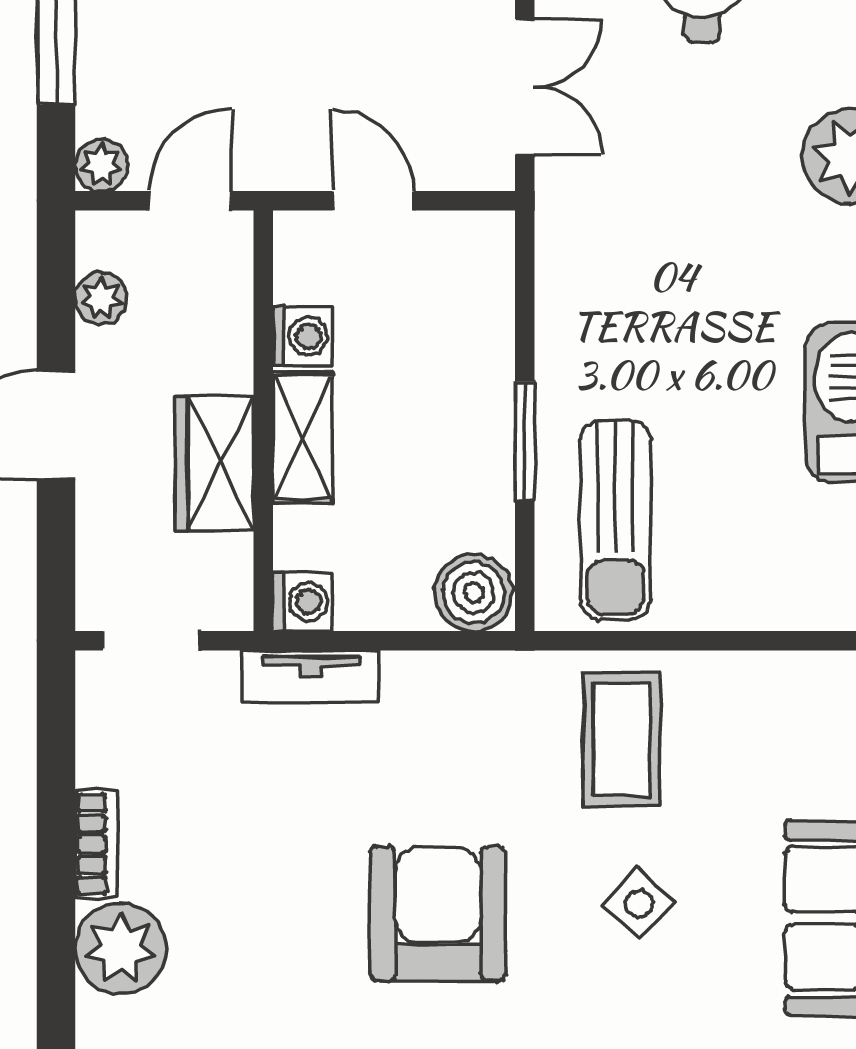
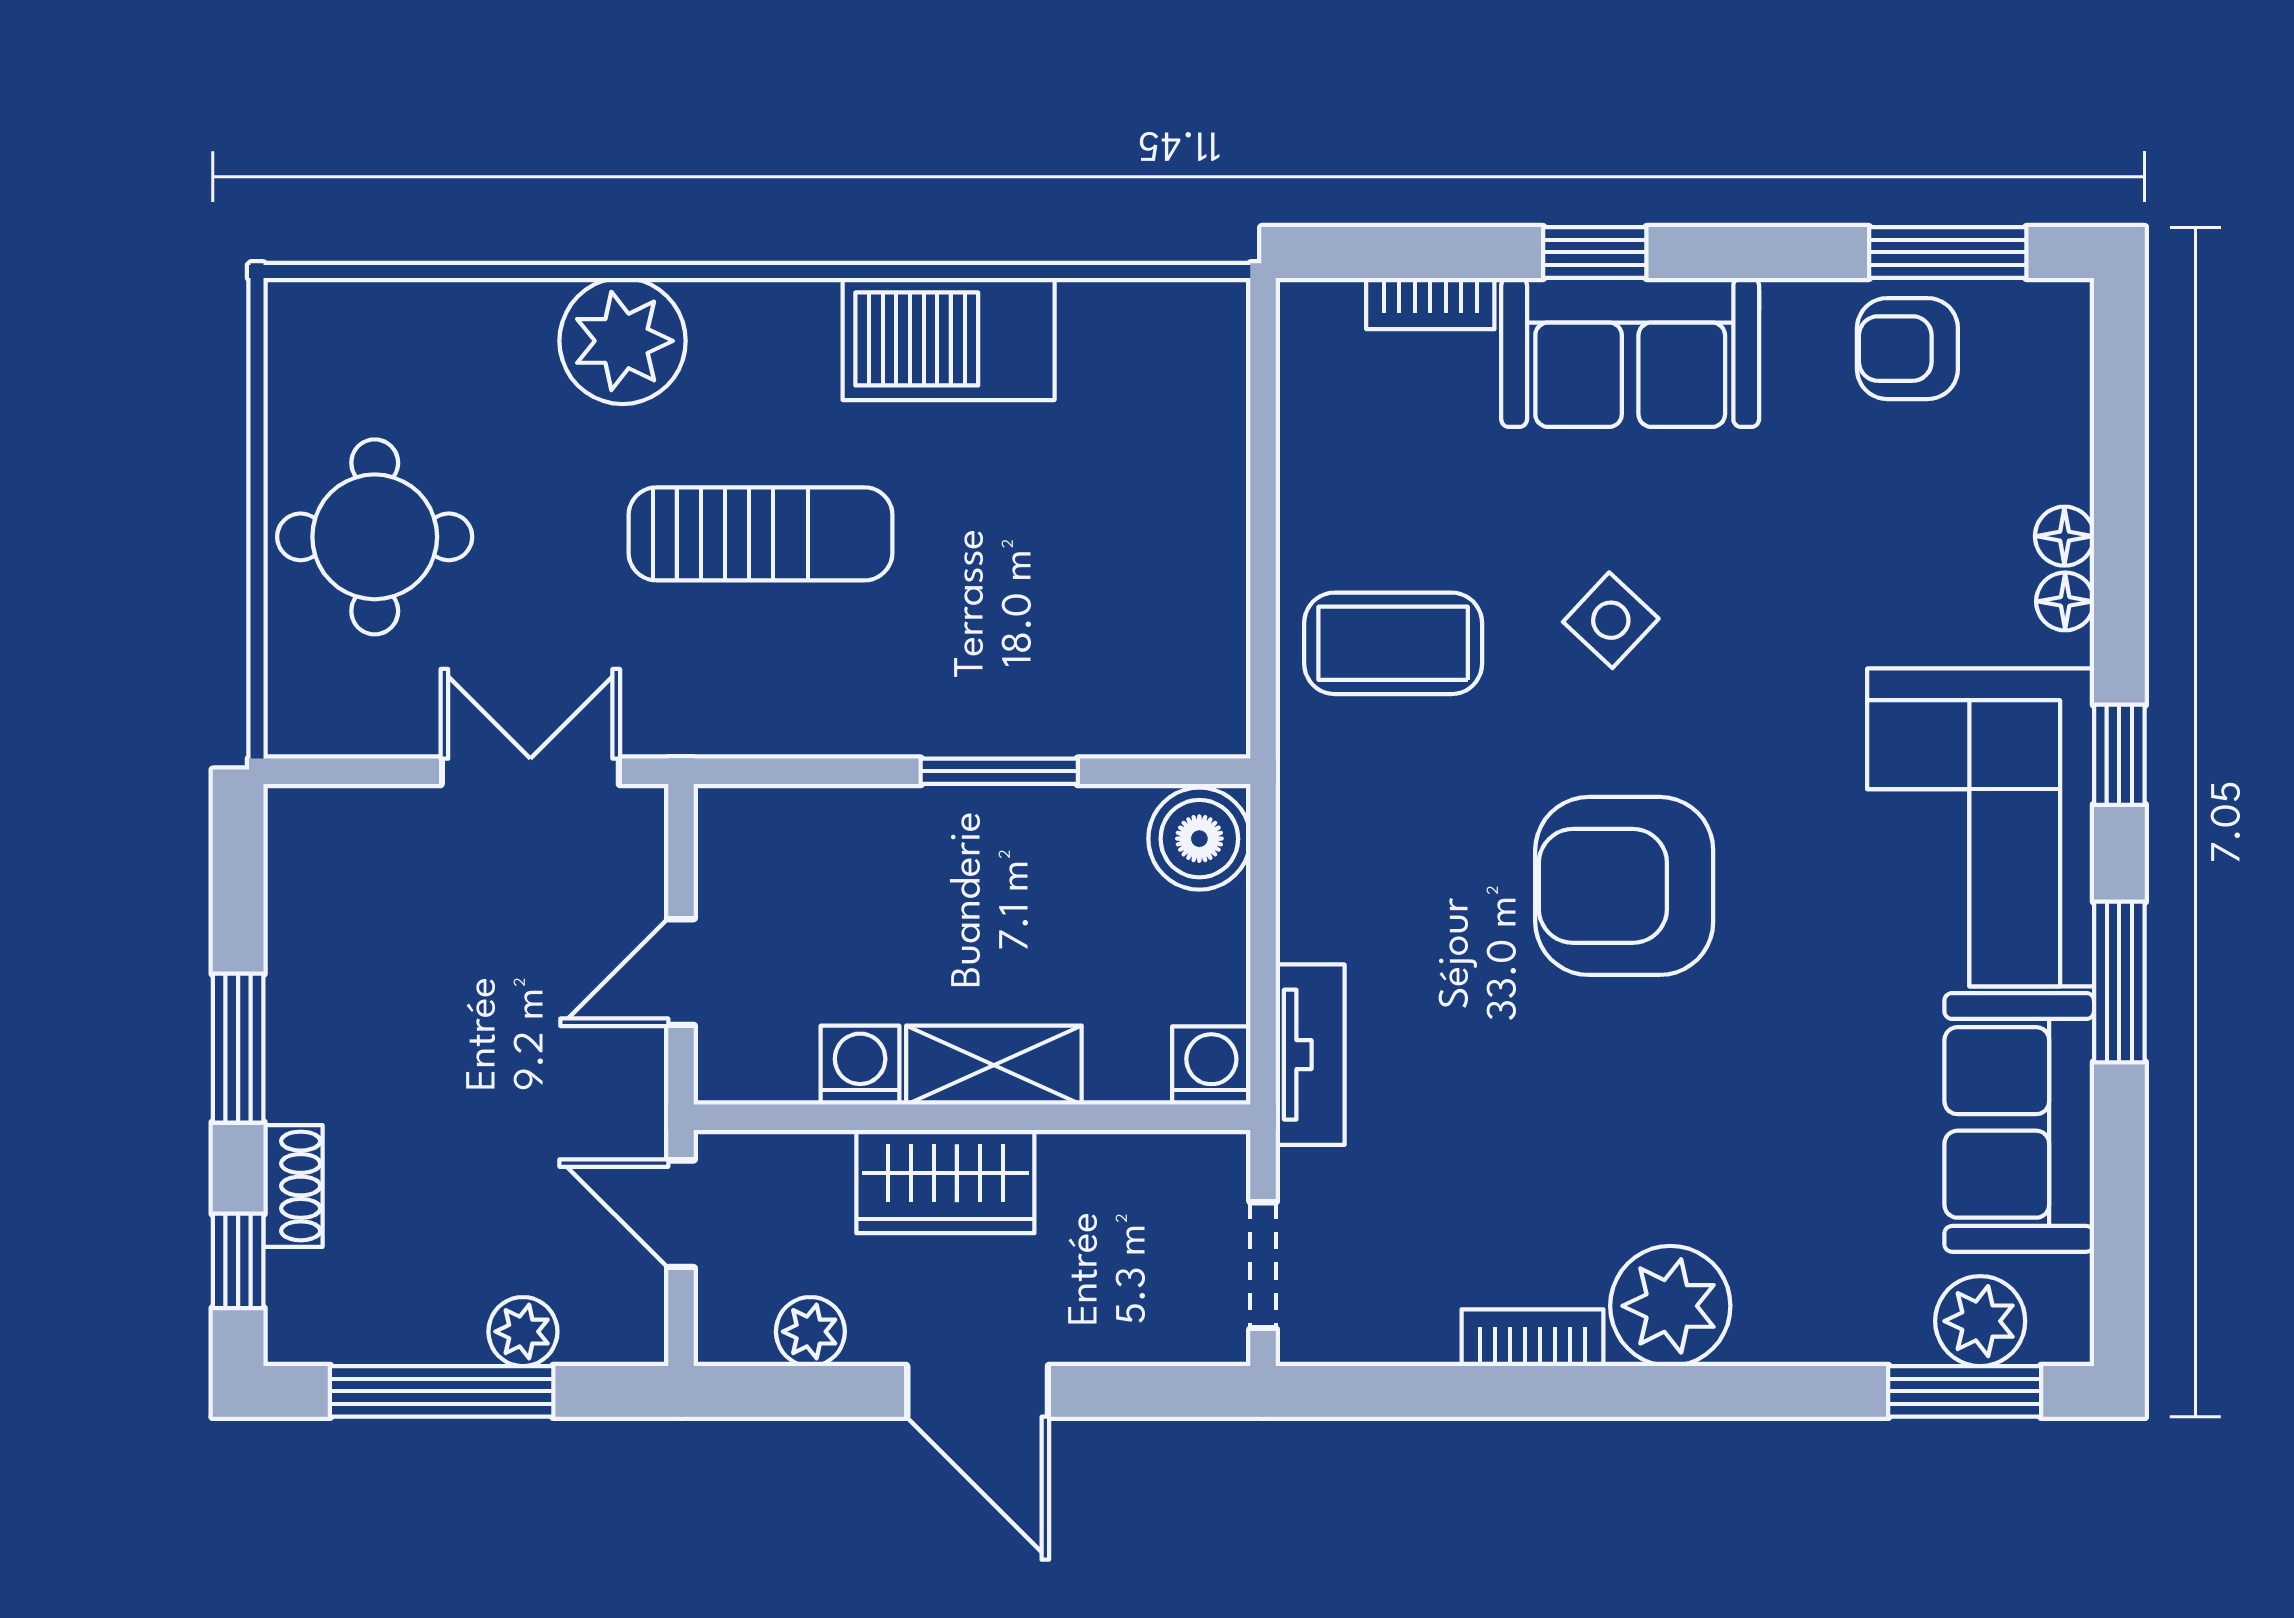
plant: (101, 165) -> (523, 1332), moved
wardrobe: (215, 463) -> (945, 1182), moved
sun lounger: (615, 520) -> (760, 534), moved

